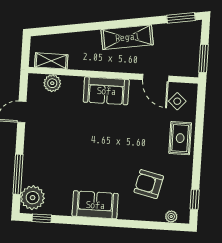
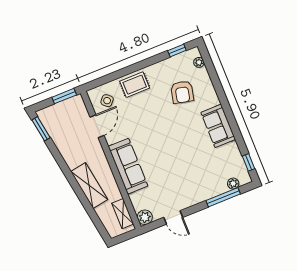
shelving: (127, 37) -> (89, 185), moved
plant: (52, 83) -> (145, 217), moved
sofa: (106, 91) -> (128, 166), width x1.36
plant: (33, 198) -> (233, 184), width x0.53, depth x0.53

